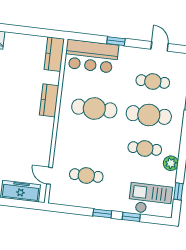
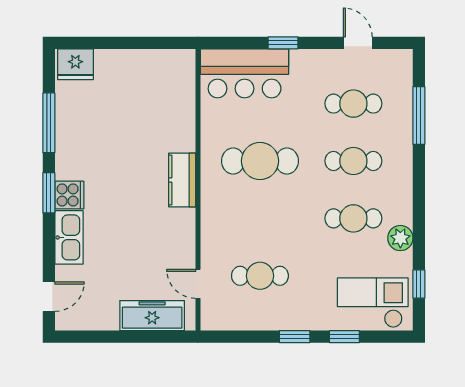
kitchen counter: (54, 54) -> (181, 77), removed
kitchen counter: (49, 100) -> (182, 180), moved
cafe table: (149, 115) -> (353, 161), width x0.73, depth x0.74

